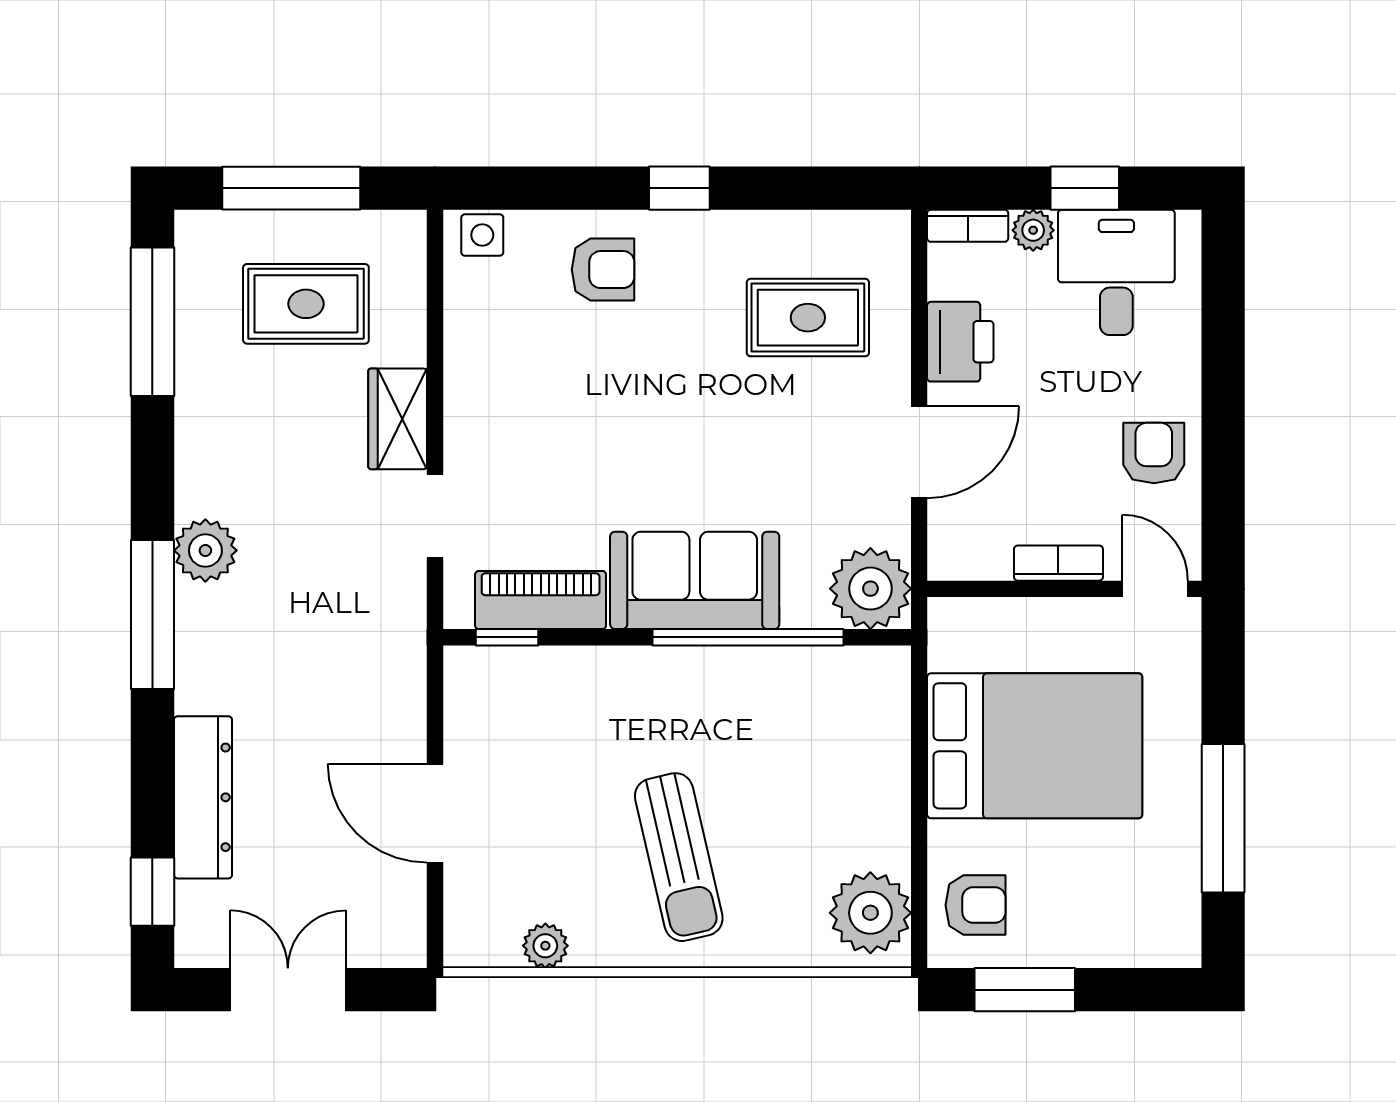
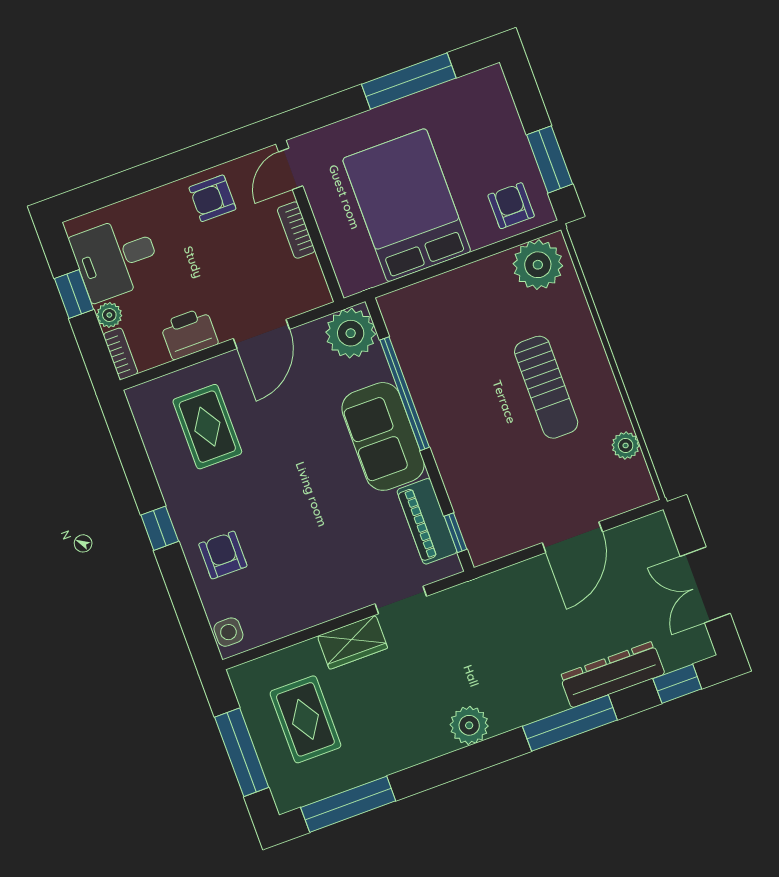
door: (919, 452) -> (261, 334), swing flipped
window: (152, 614) -> (570, 723), moved
sun lounger: (679, 857) -> (546, 387), turned 103

